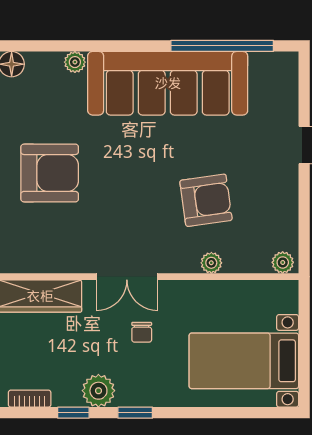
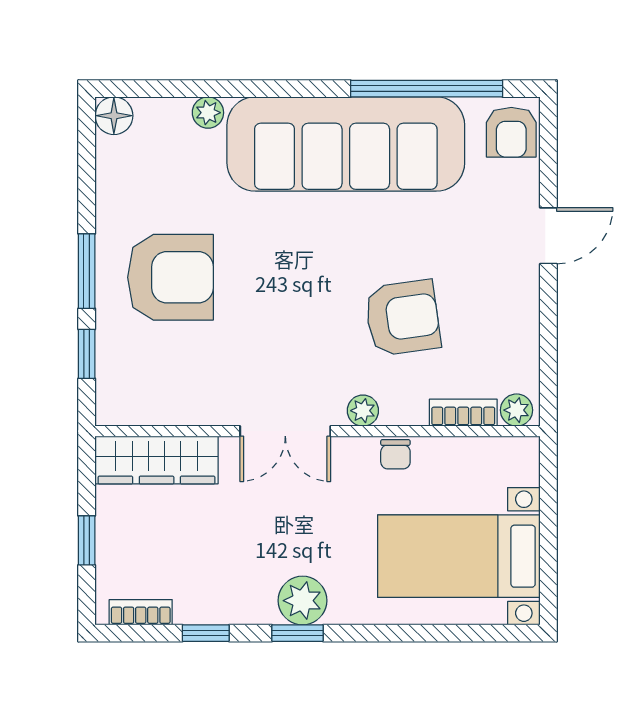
armchair: (279, 75) -> (511, 132), added
plant: (211, 263) -> (363, 411), moved
bookcase: (247, 264) -> (463, 413), added
chair: (142, 332) -> (395, 454), moved
plant: (98, 391) -> (302, 601), moved

